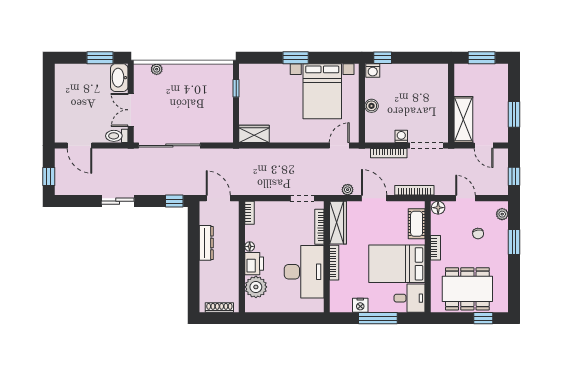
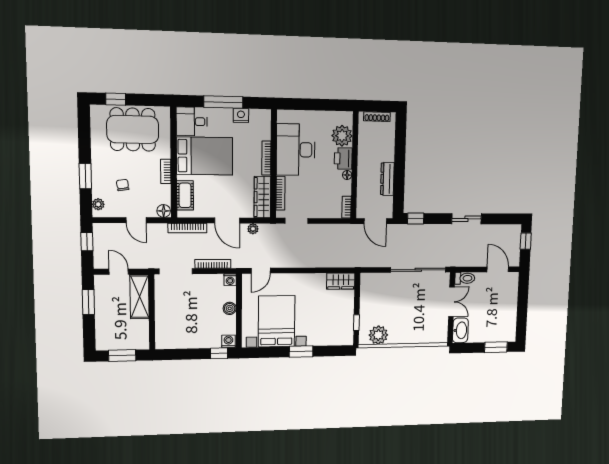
window: (100, 58) -> (496, 347), moved
plant: (157, 69) -> (378, 335), moved, width x1.88, depth x1.88
washing machine: (401, 136) -> (230, 280), moved

